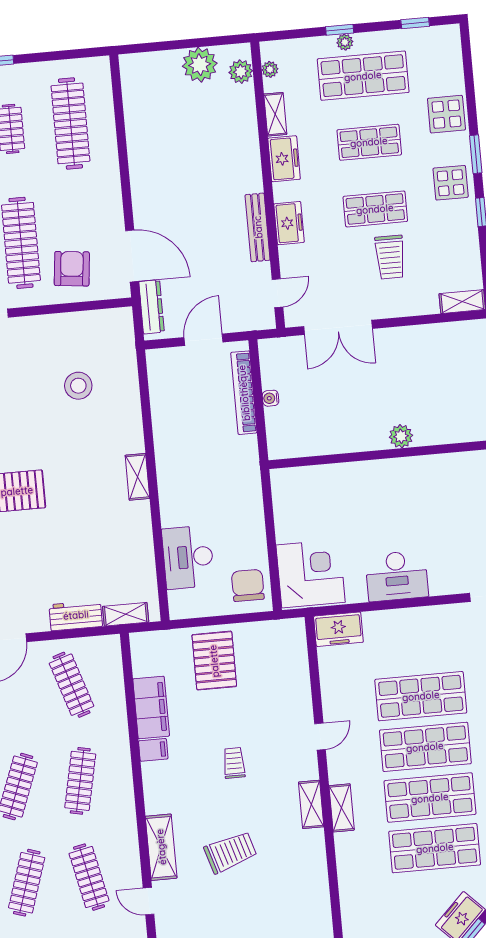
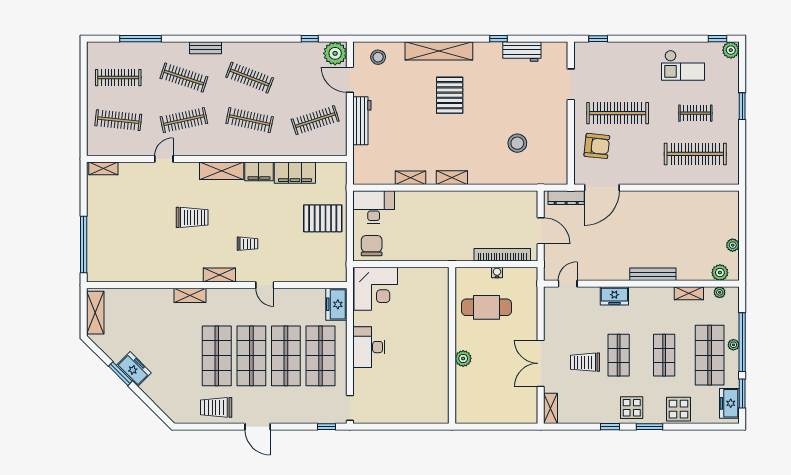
window: (415, 23) -> (742, 394), width x1.50
window: (340, 30) -> (742, 342), width x3.17
plant: (200, 65) -> (733, 245), width x0.53, depth x0.53
freezer: (284, 159) -> (729, 403), moved, turned 90
bench: (258, 227) -> (653, 274), moved
door: (278, 293) -> (568, 284), swing flipped
double door: (338, 327) -> (541, 363), moved
cafe table: (323, 409) -> (486, 307), added
desk: (188, 557) -> (374, 207), moved
chair: (248, 585) -> (372, 246), turned -90
shelving: (126, 614) -> (411, 178), moved, turned 90
workbench: (76, 615) -> (362, 121), width x1.38
filing cabinet: (153, 750) -> (259, 171), width x2.00
trolley: (234, 763) -> (247, 244), moved
shelving: (342, 808) -> (190, 295), moved
shelving: (161, 847) -> (222, 171), moved
shop shelf: (435, 848) -> (321, 356), moved
trolley: (230, 852) -> (192, 217), turned -73

